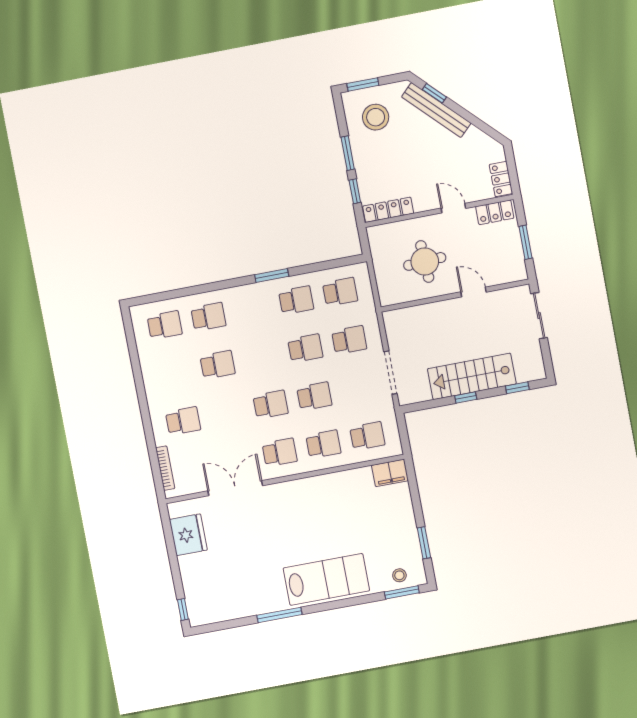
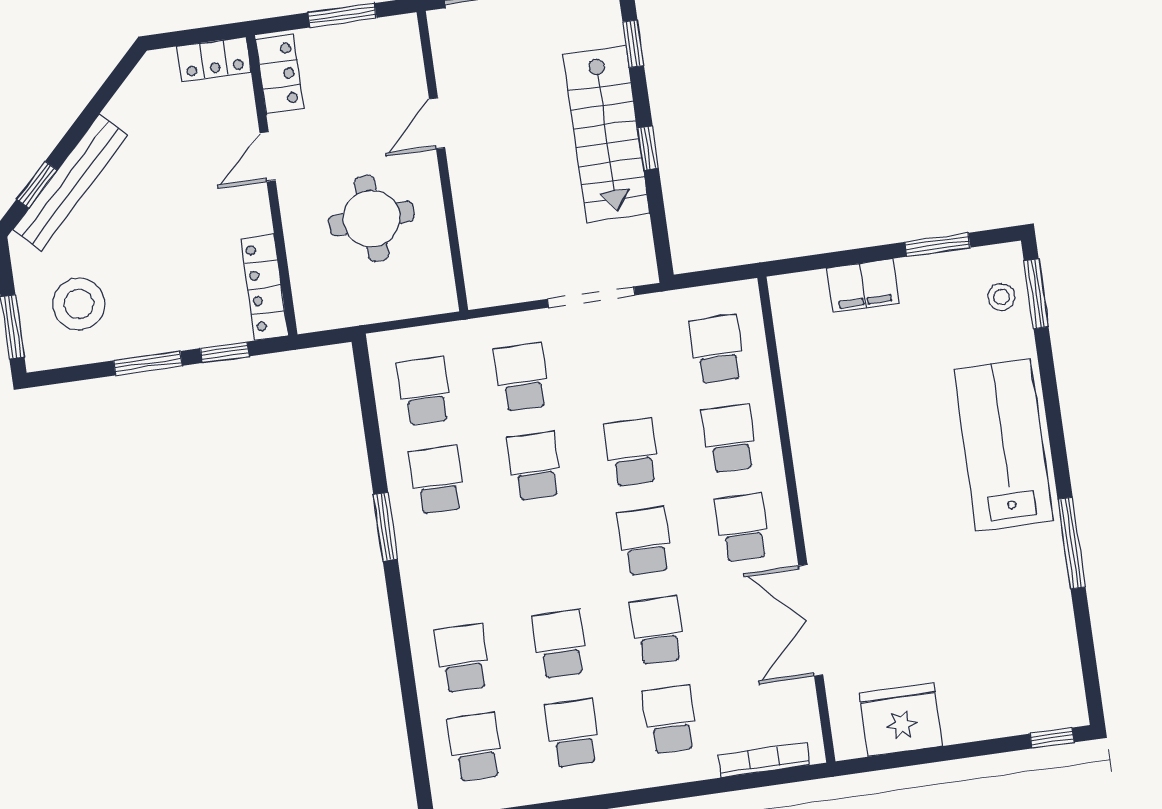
school desk: (174, 373) -> (573, 733), added
school desk: (227, 413) -> (657, 630), added
filing cabinet: (390, 473) -> (863, 286), moved, turned 90

